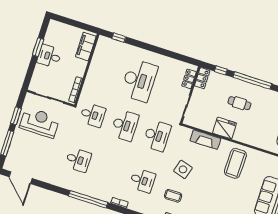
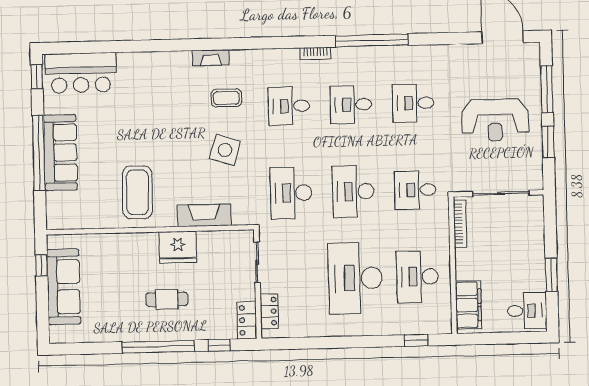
desk: (49, 56) -> (527, 311), moved
desk: (107, 70) -> (417, 277), added
reception desk: (40, 122) -> (495, 120), moved
desk: (110, 170) -> (351, 105), added

